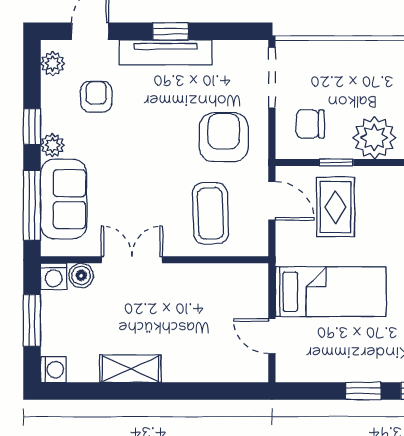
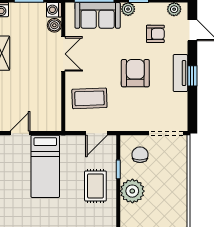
tv unit: (166, 52) -> (180, 73), width x0.71
armchair: (224, 137) -> (135, 73), moved, turned -90
rug: (336, 207) -> (95, 186), moved, turned 90

